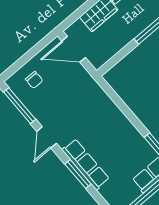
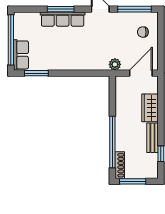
plant: (86, 80) -> (115, 64), added

